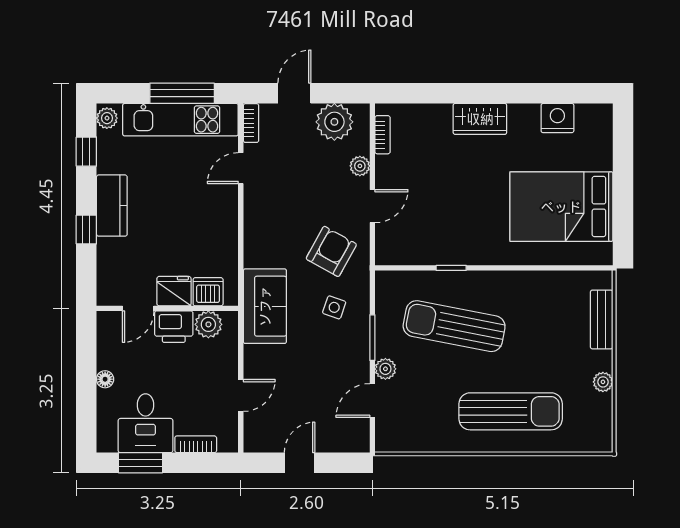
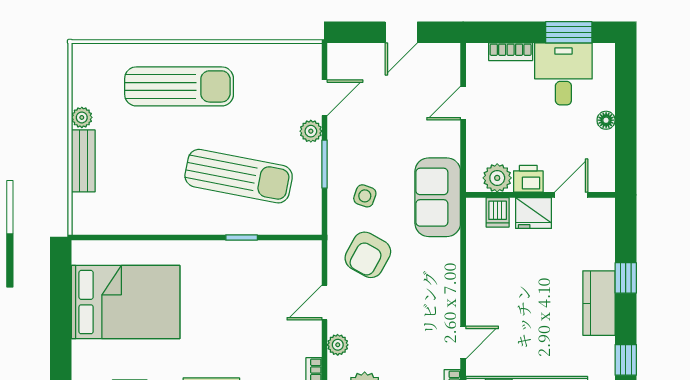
dishwasher: (208, 292) -> (498, 212), width x0.73
bench: (602, 319) -> (83, 161), moved
printer: (174, 327) -> (528, 179), width x0.73, depth x0.81
sun lounger: (511, 411) -> (179, 86), turned 180

